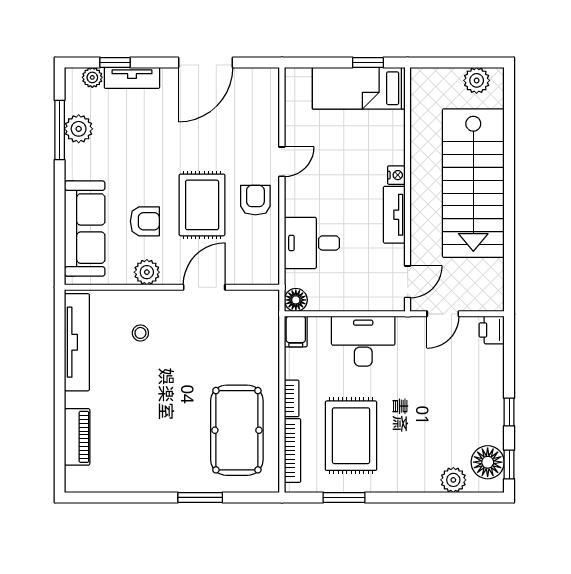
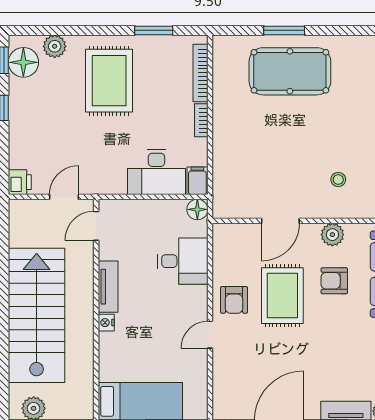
desk: (363, 341) -> (156, 172), moved
pool table: (237, 430) -> (290, 71), moved, turned 90
rug: (351, 436) -> (109, 81), moved

